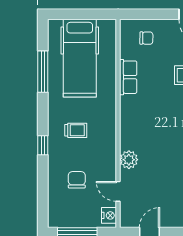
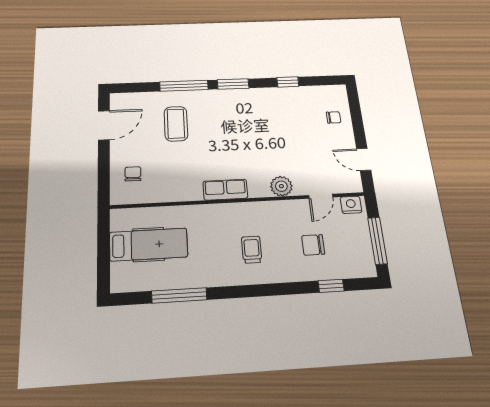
hospital bed: (80, 58) -> (149, 245), width x0.73, depth x0.78
row of seats: (128, 77) -> (225, 190), moved
window: (43, 145) -> (331, 286), moved

